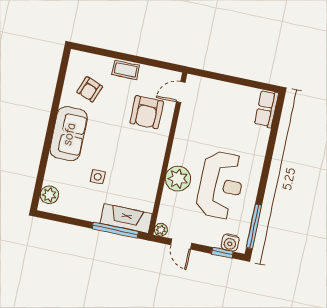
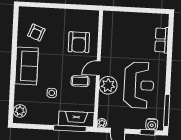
coffee table: (126, 70) -> (80, 81), moved
door: (181, 92) -> (98, 68), moved
row of seats: (266, 109) -> (162, 40), moved

